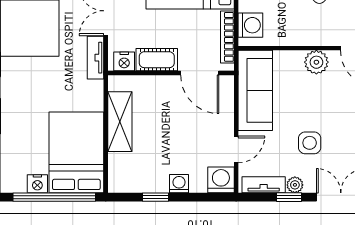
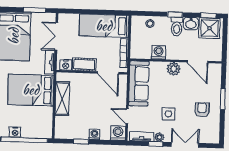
washing machine: (250, 25) -> (159, 52), moved, turned -90
door: (236, 149) -> (127, 116), swing flipped
bed: (76, 152) -> (31, 90), moved, turned -90

